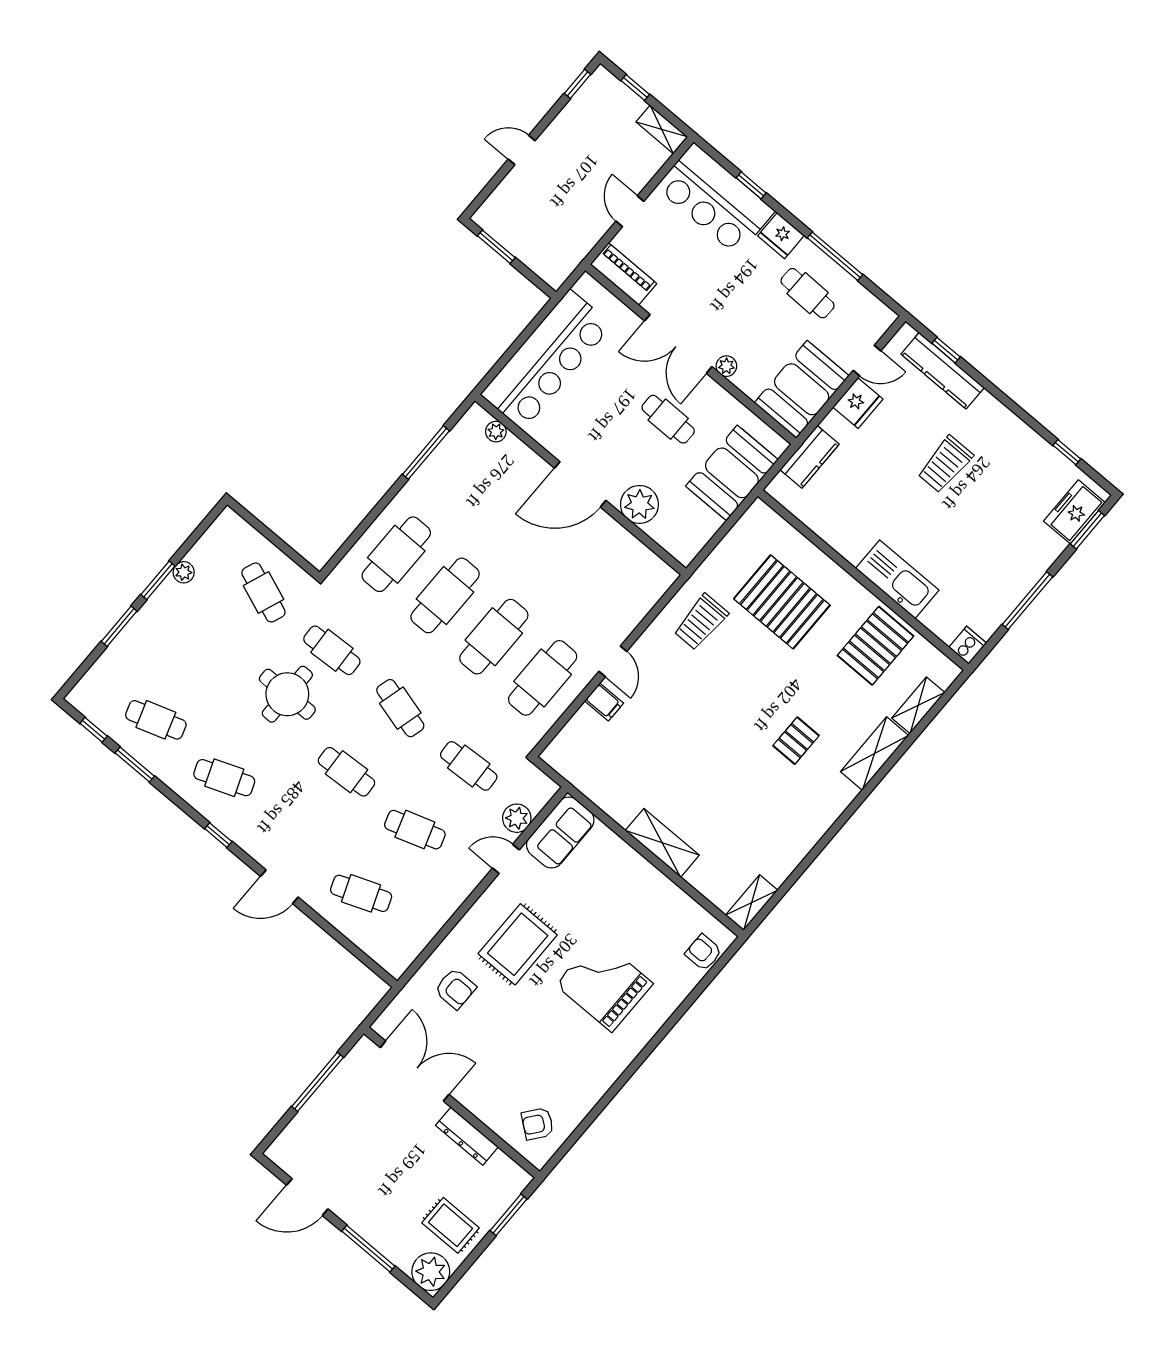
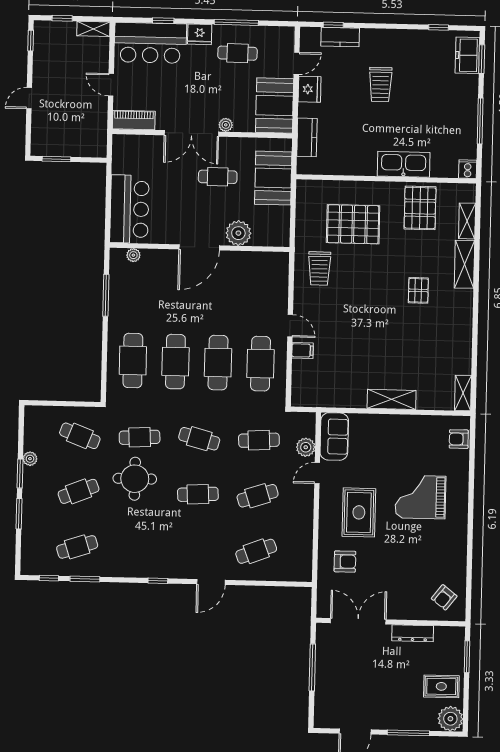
bar counter: (546, 360) -> (129, 209), width x0.73
kitchen counter: (943, 371) -> (340, 37), width x0.67
cafe table: (224, 778) -> (79, 491), moved

